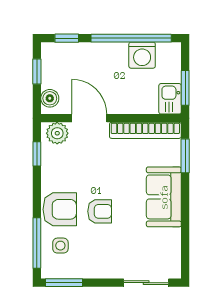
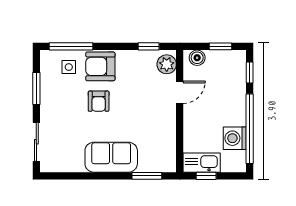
window: (185, 88) -> (206, 176), width x0.67
kitchen sink: (170, 99) -> (202, 163), width x1.38
door: (89, 118) -> (180, 92), width x0.73
bookcase: (145, 130) -> (169, 141), removed
armchair: (60, 209) -> (100, 66), turned 90
window: (64, 283) -> (36, 89), moved

